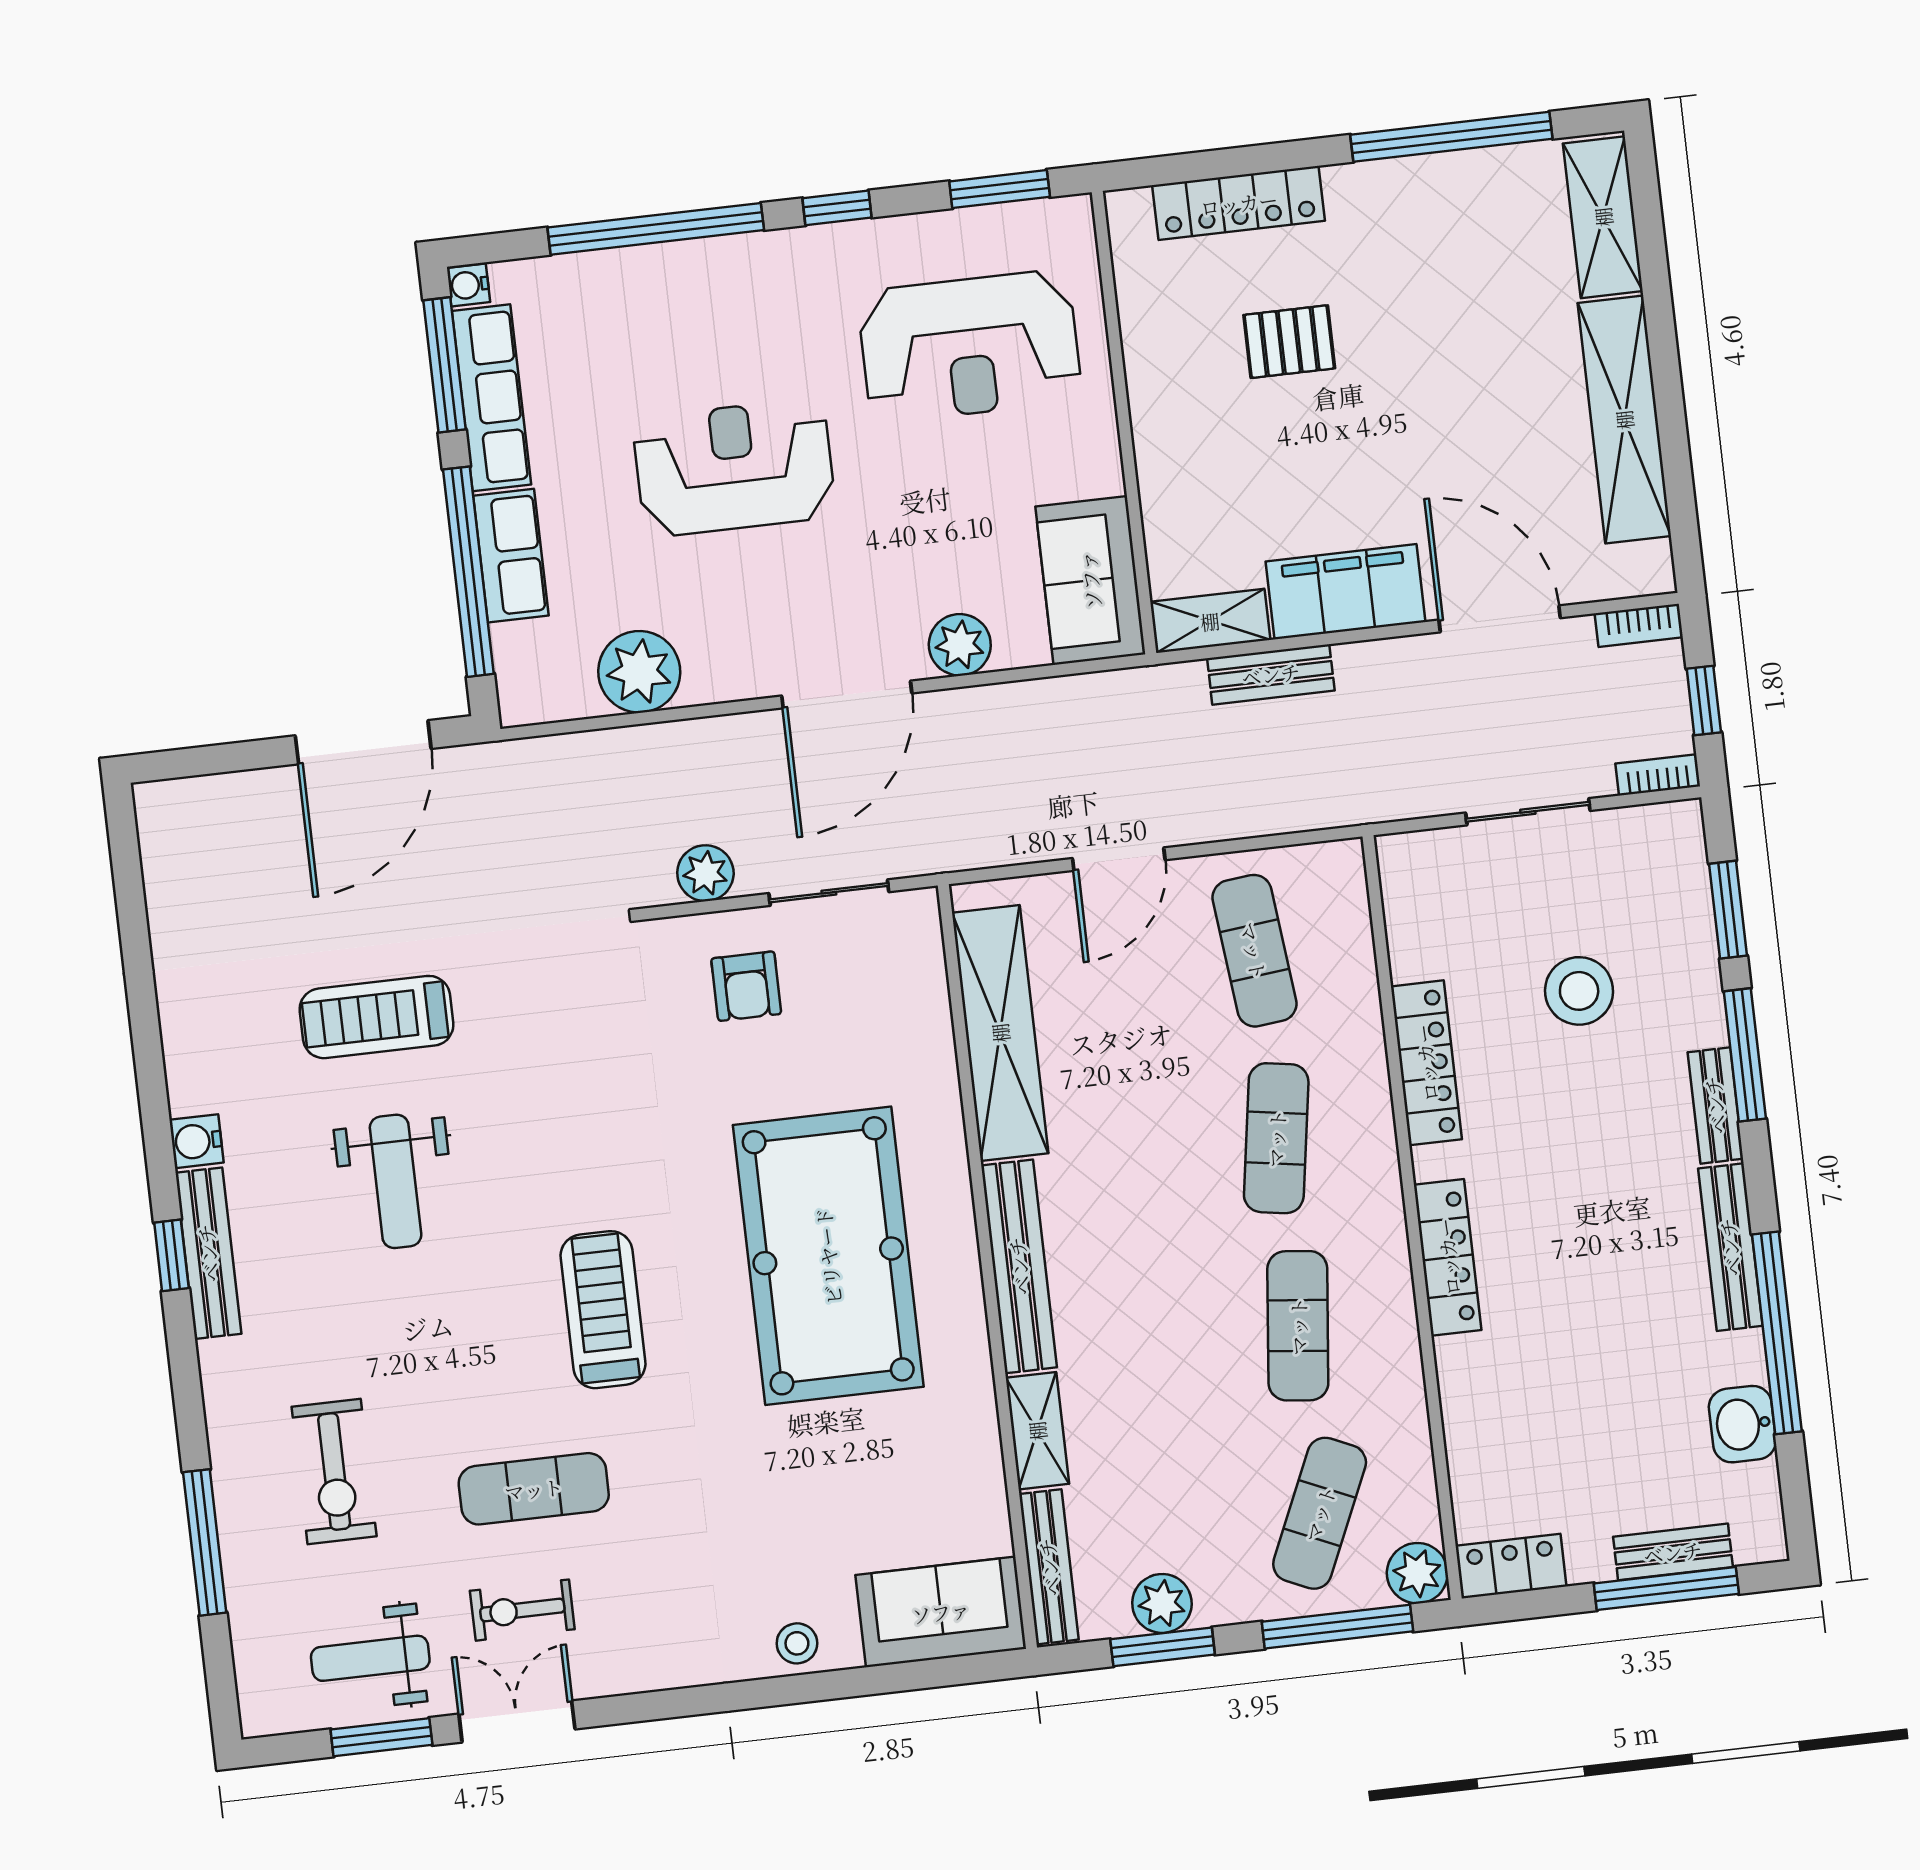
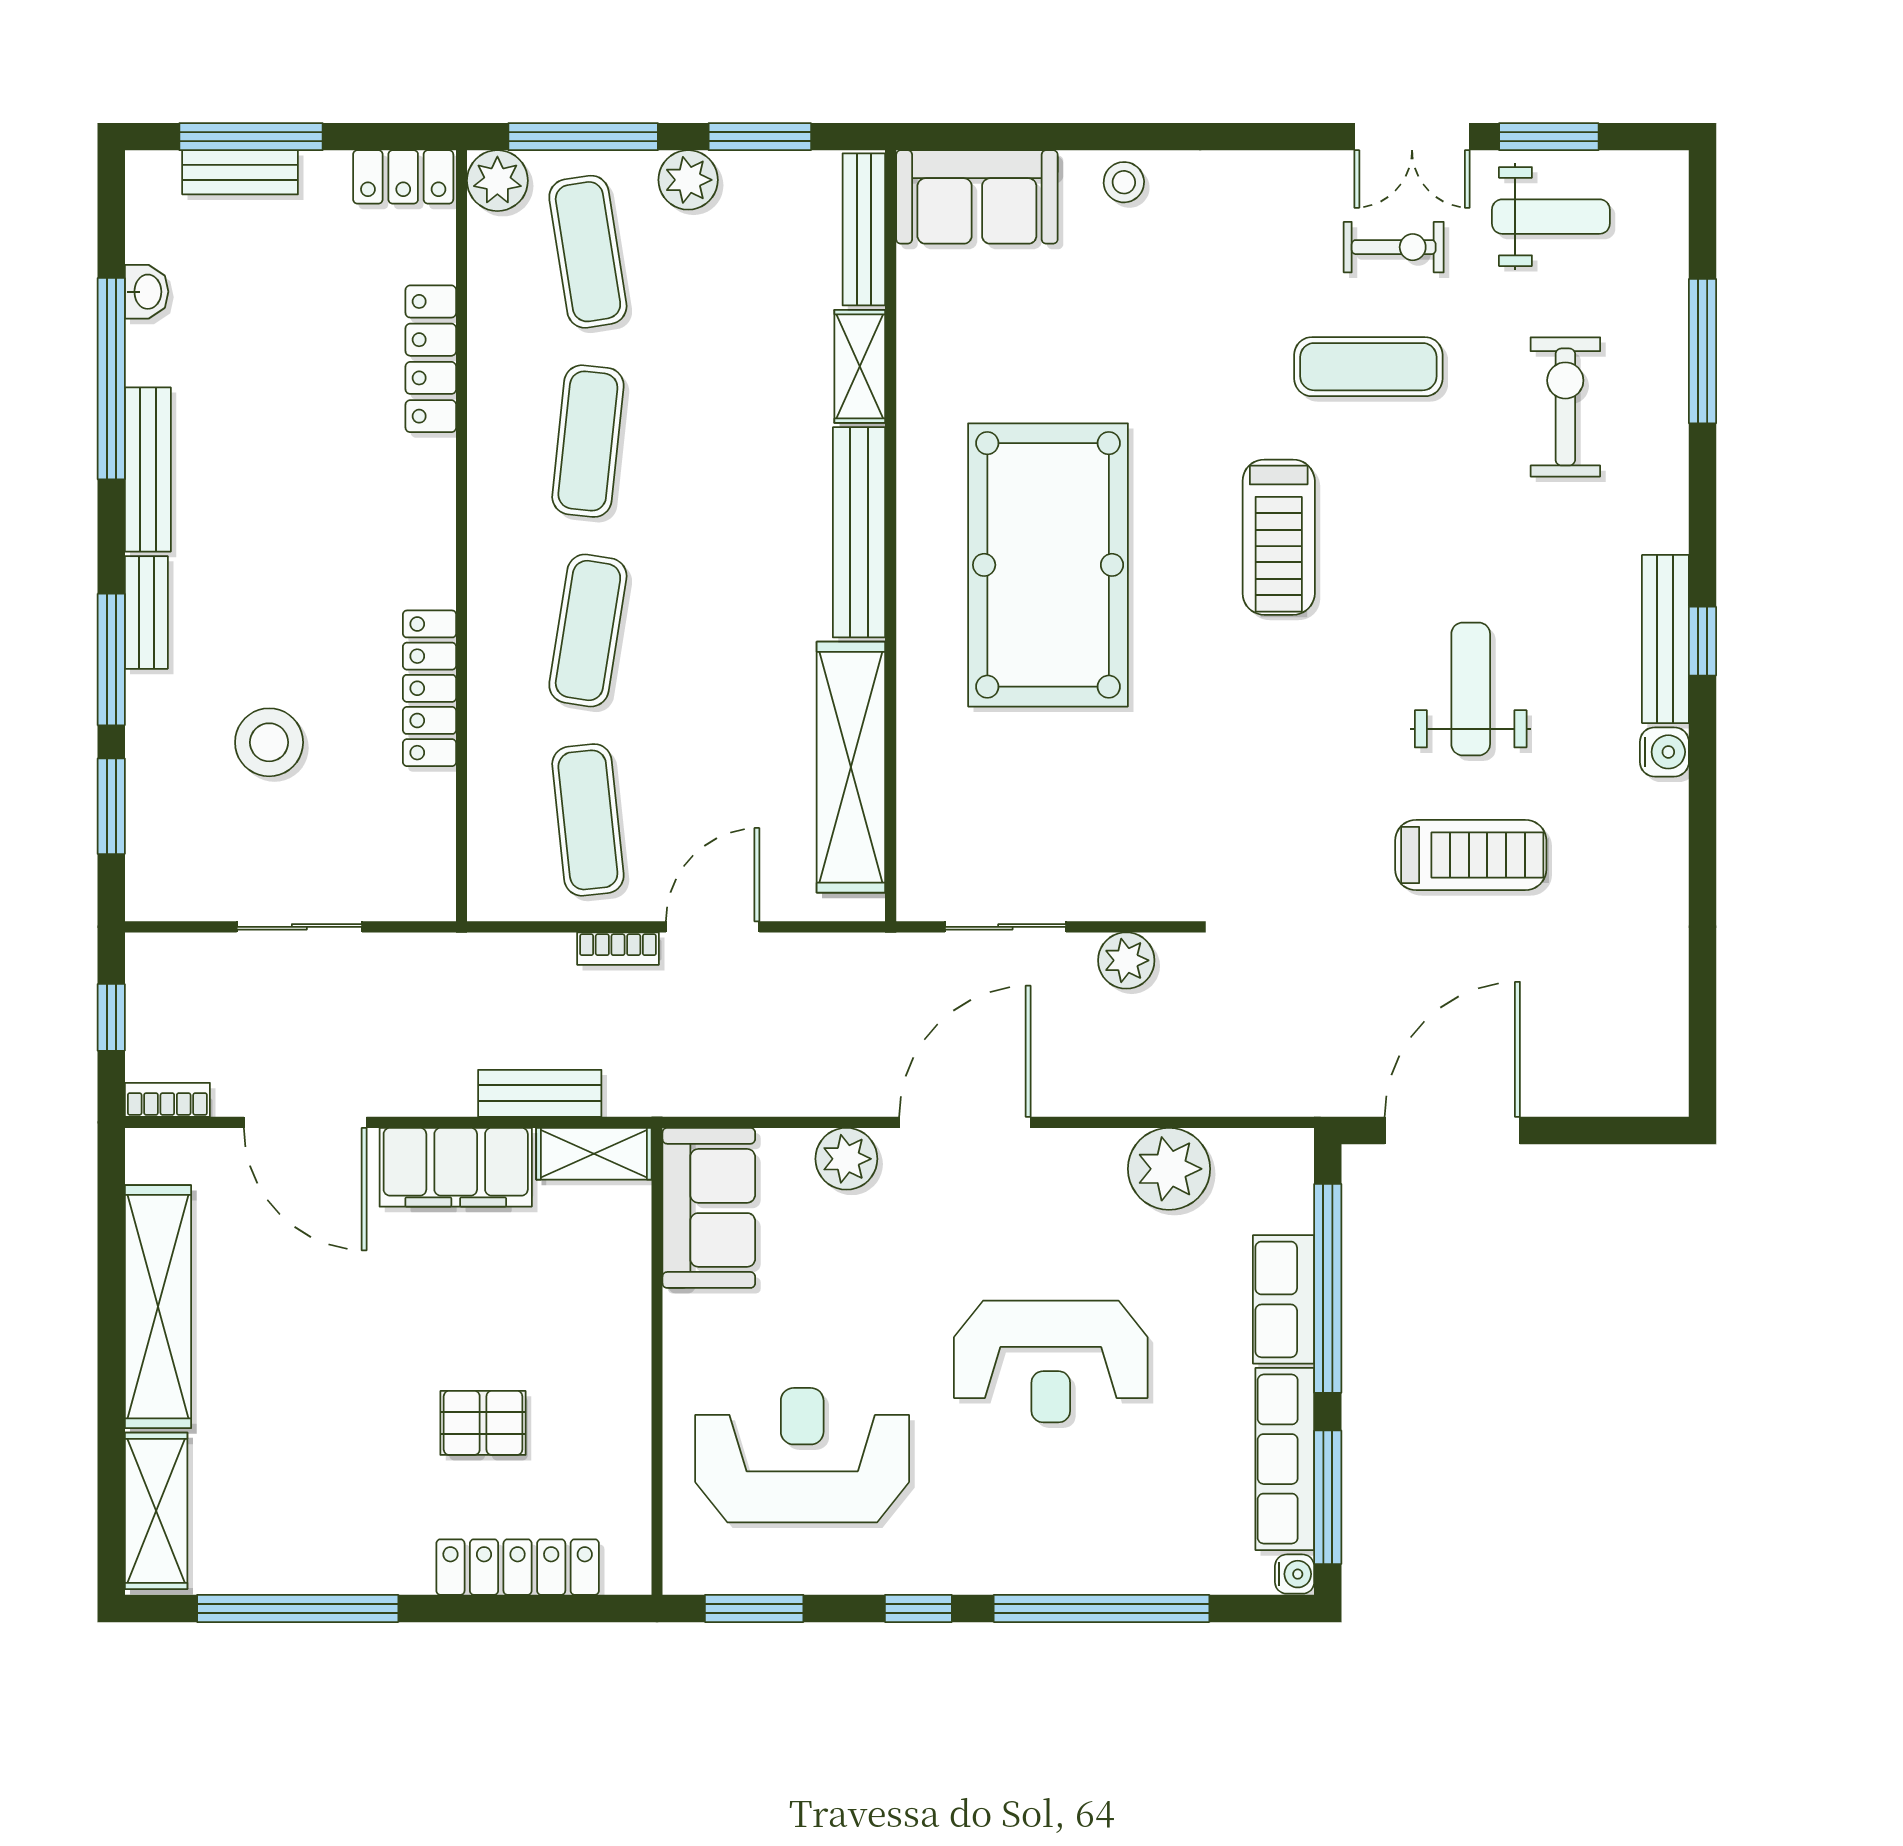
bookcase: (1658, 775) -> (618, 949), moved
armchair: (746, 986) -> (1099, 843), removed
locker: (1448, 1257) -> (431, 359), moved
washbasin: (1742, 1424) -> (147, 292), width x0.72, depth x0.69
exercise mat: (1320, 1513) -> (588, 252), turned -33
plant: (1162, 1603) -> (688, 180), moved

